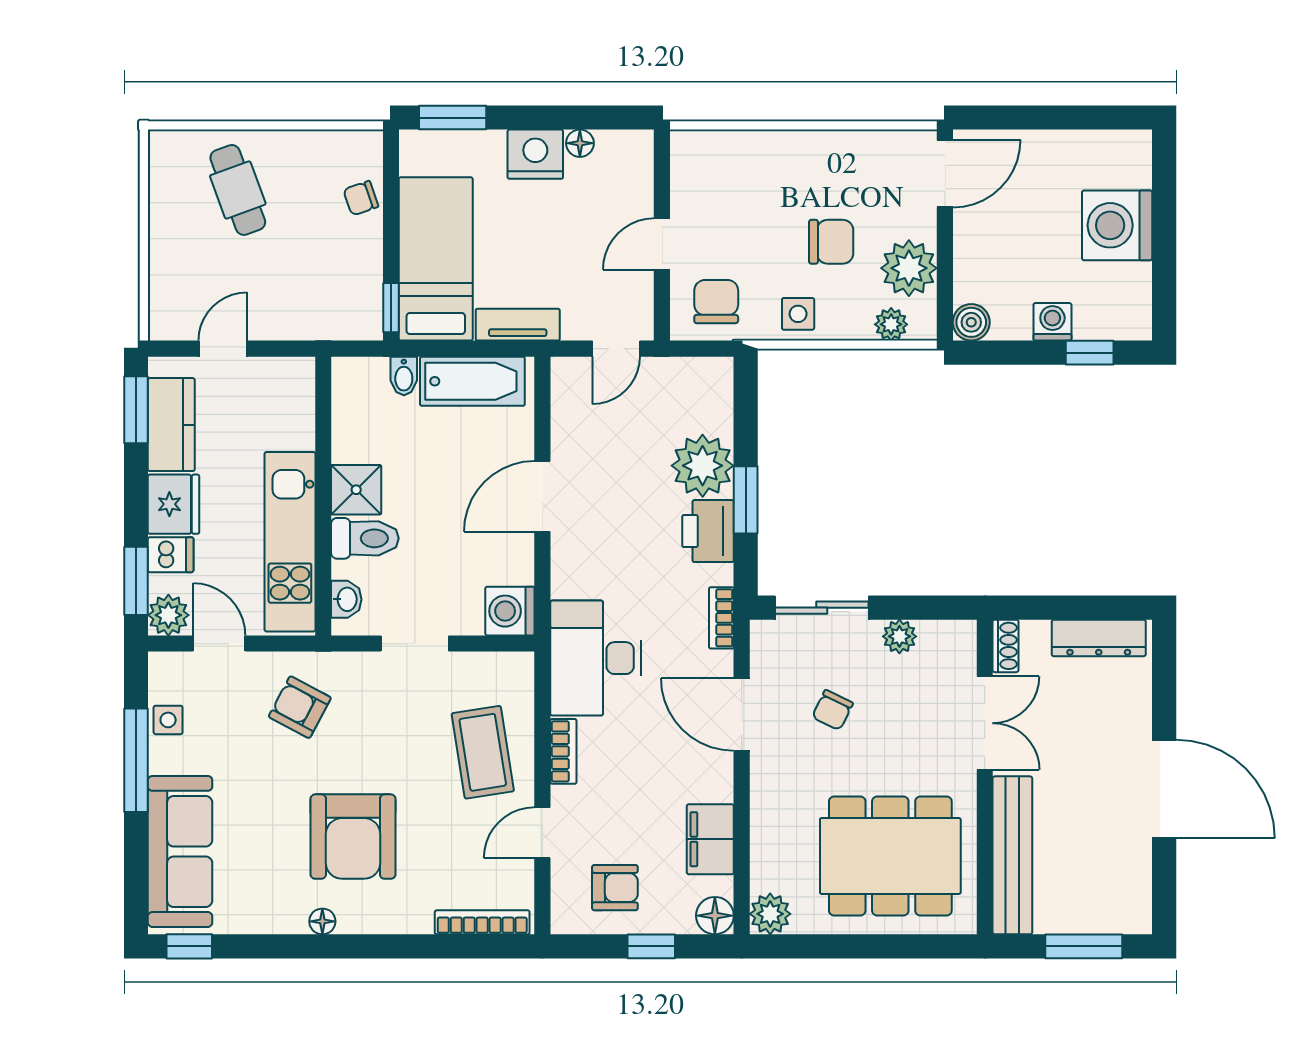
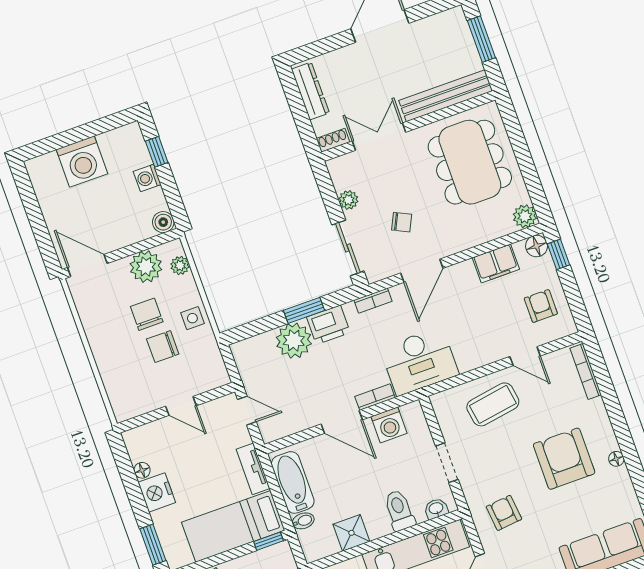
chair: (716, 302) -> (163, 347), moved
shower: (356, 490) -> (351, 533), moved
washing machine: (510, 611) -> (389, 425), moved
armchair: (300, 707) -> (504, 513), turned 146
bookcase: (563, 751) -> (375, 397), moved
armchair: (353, 837) -> (564, 459), turned -90
window: (651, 946) -> (558, 254), moved

